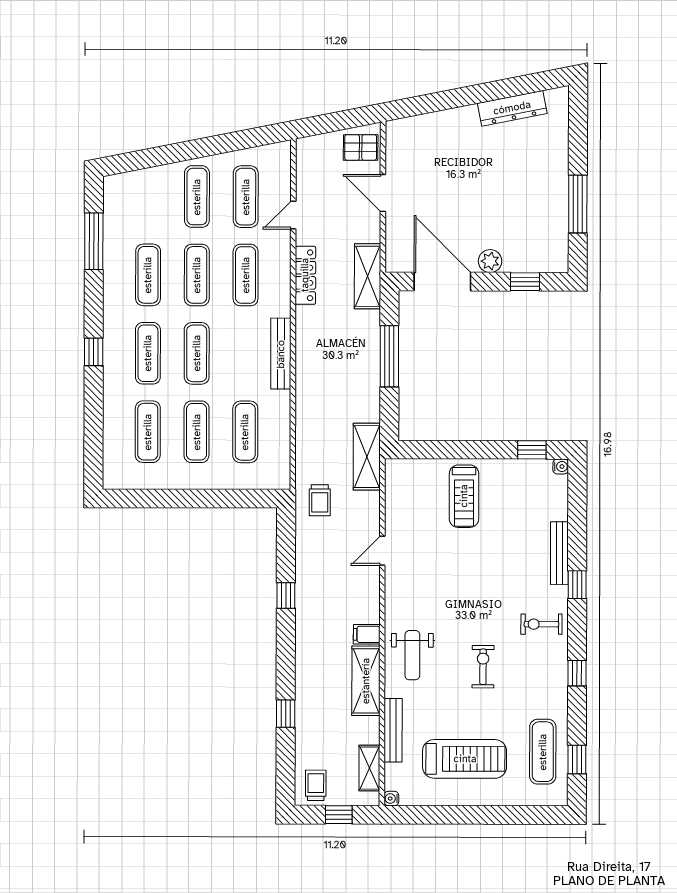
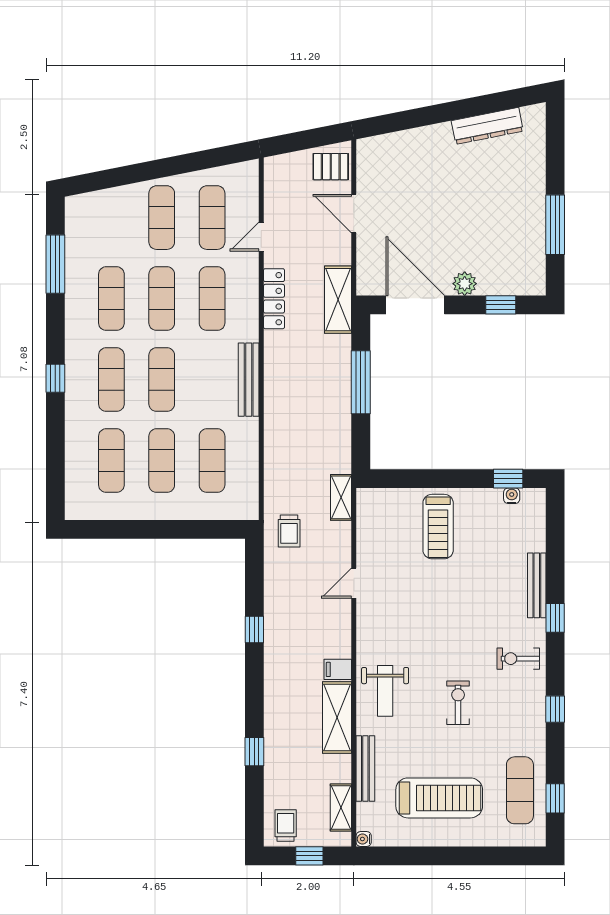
shelving: (367, 457) -> (341, 497), width x0.67, depth x0.75
water cooler: (561, 467) -> (512, 496), moved, turned -90

